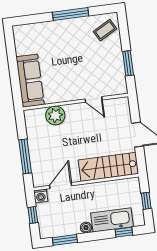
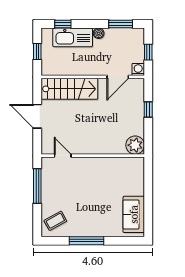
window: (128, 63) -> (37, 186), width x1.44
sofa: (30, 81) -> (134, 214), moved, width x0.73
door: (94, 99) -> (63, 156), moved
plant: (55, 115) -> (135, 145), moved
window: (25, 156) -> (148, 110), width x0.46

